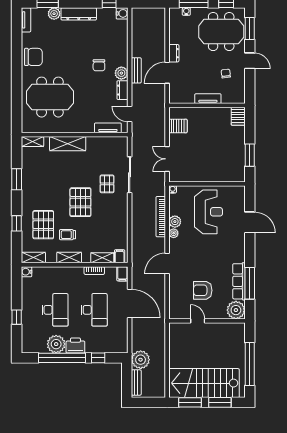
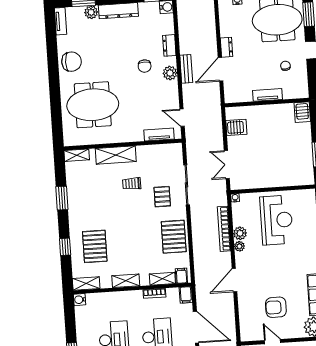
dresser: (122, 90) -> (169, 45), moved
pallet: (80, 202) -> (174, 237), moved
trolley: (67, 235) -> (132, 184), moved

